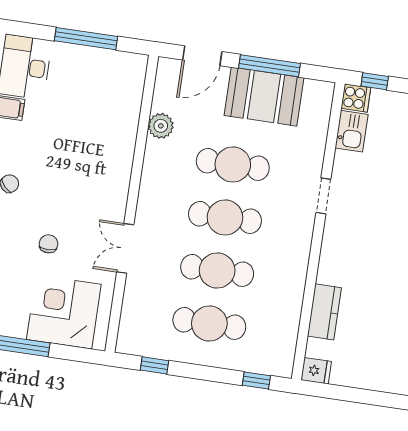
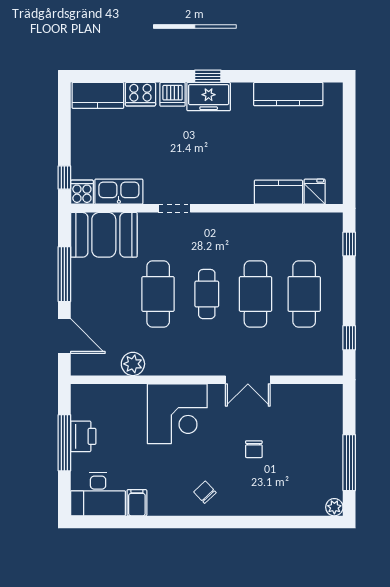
printer: (90, 60) -> (83, 436), added
booth: (264, 97) -> (104, 235), moved, turned 90
kitchen sink: (352, 131) -> (119, 192), width x1.38
cafe table: (225, 217) -> (207, 294), width x0.73, depth x0.74
chair: (48, 244) -> (254, 449), turned -90
corner desk: (64, 312) -> (177, 414), moved, turned -90
fridge: (316, 371) -> (315, 192), moved

